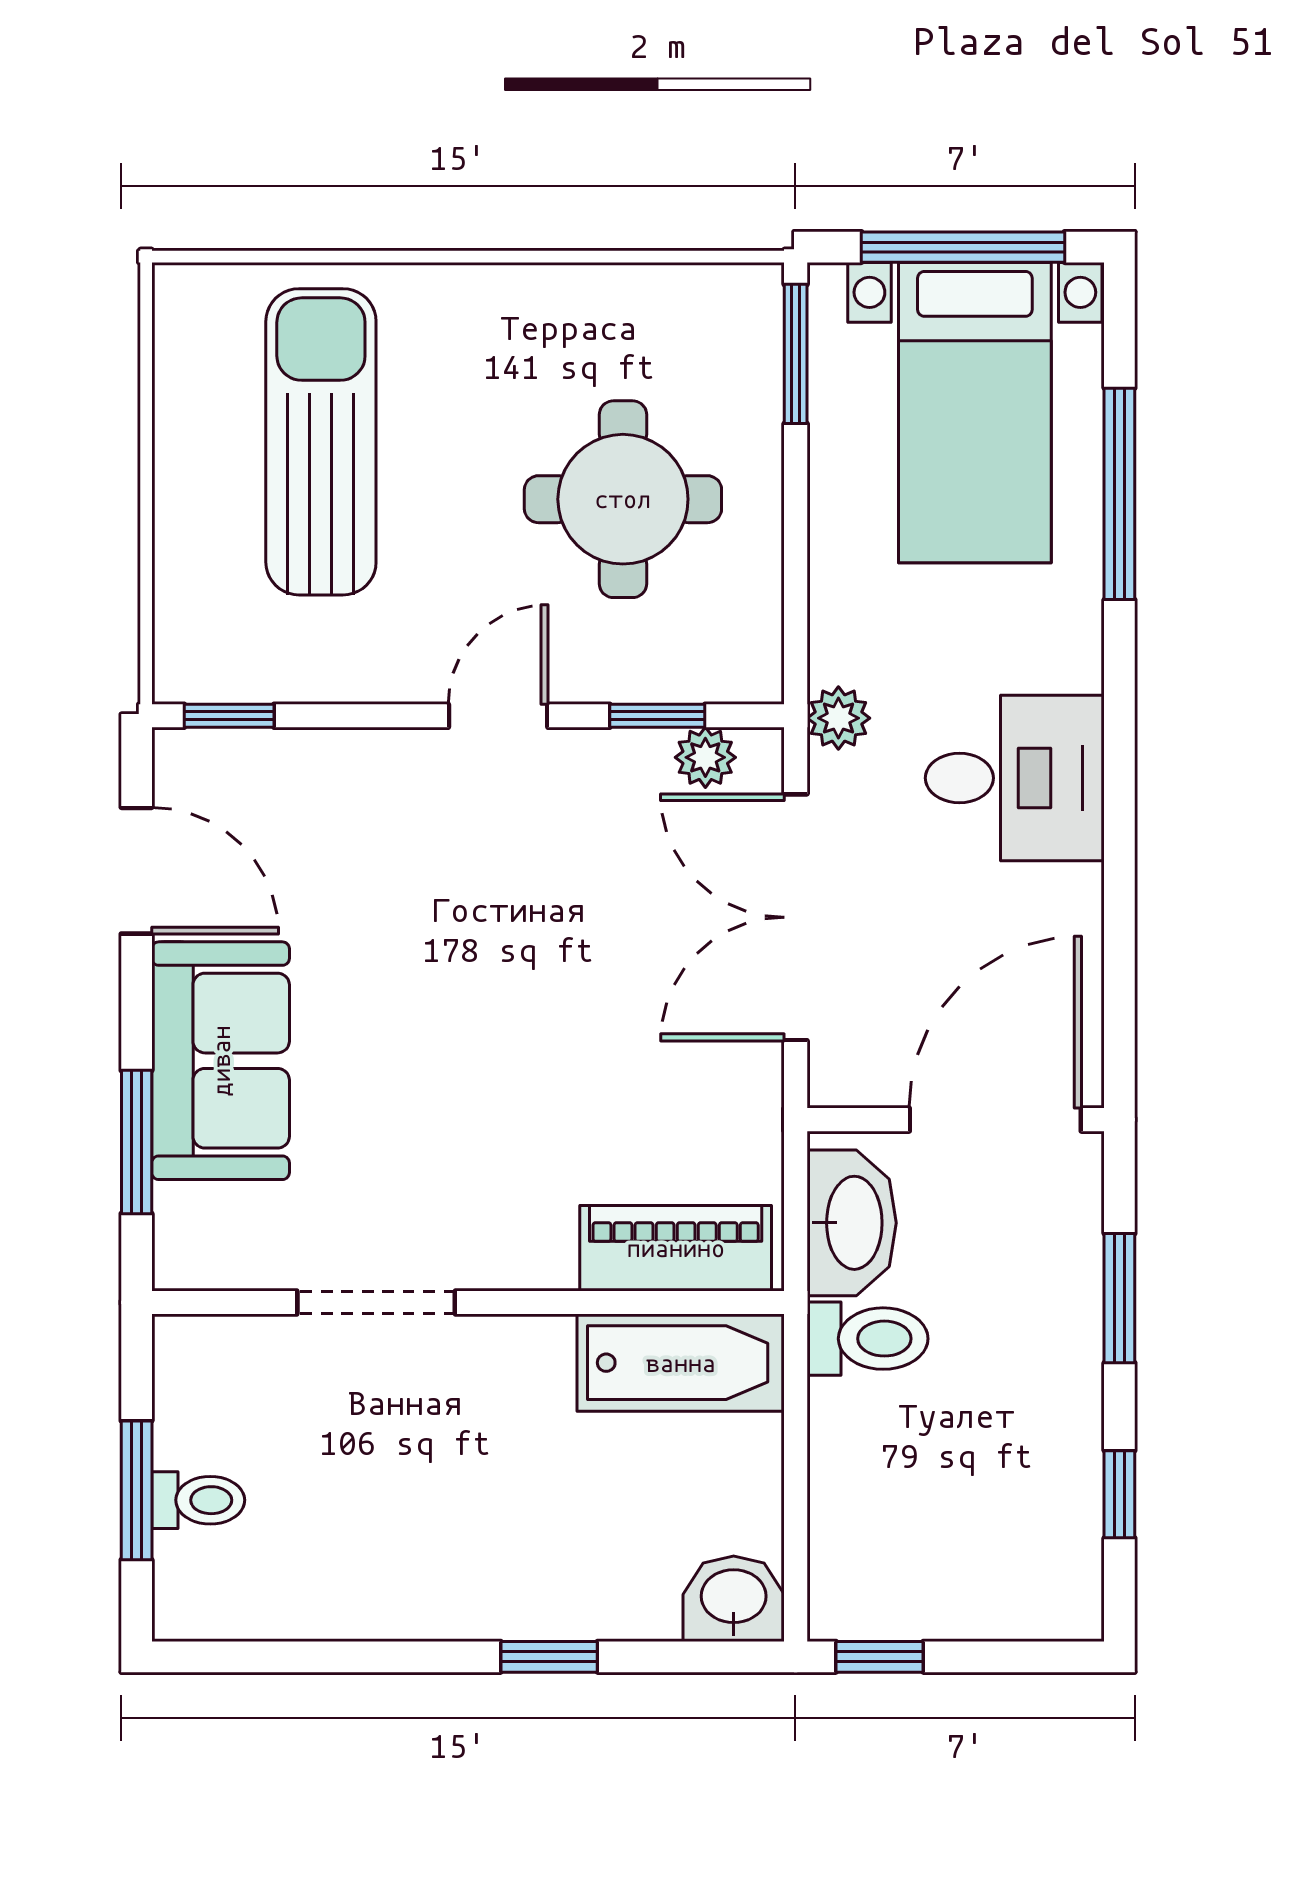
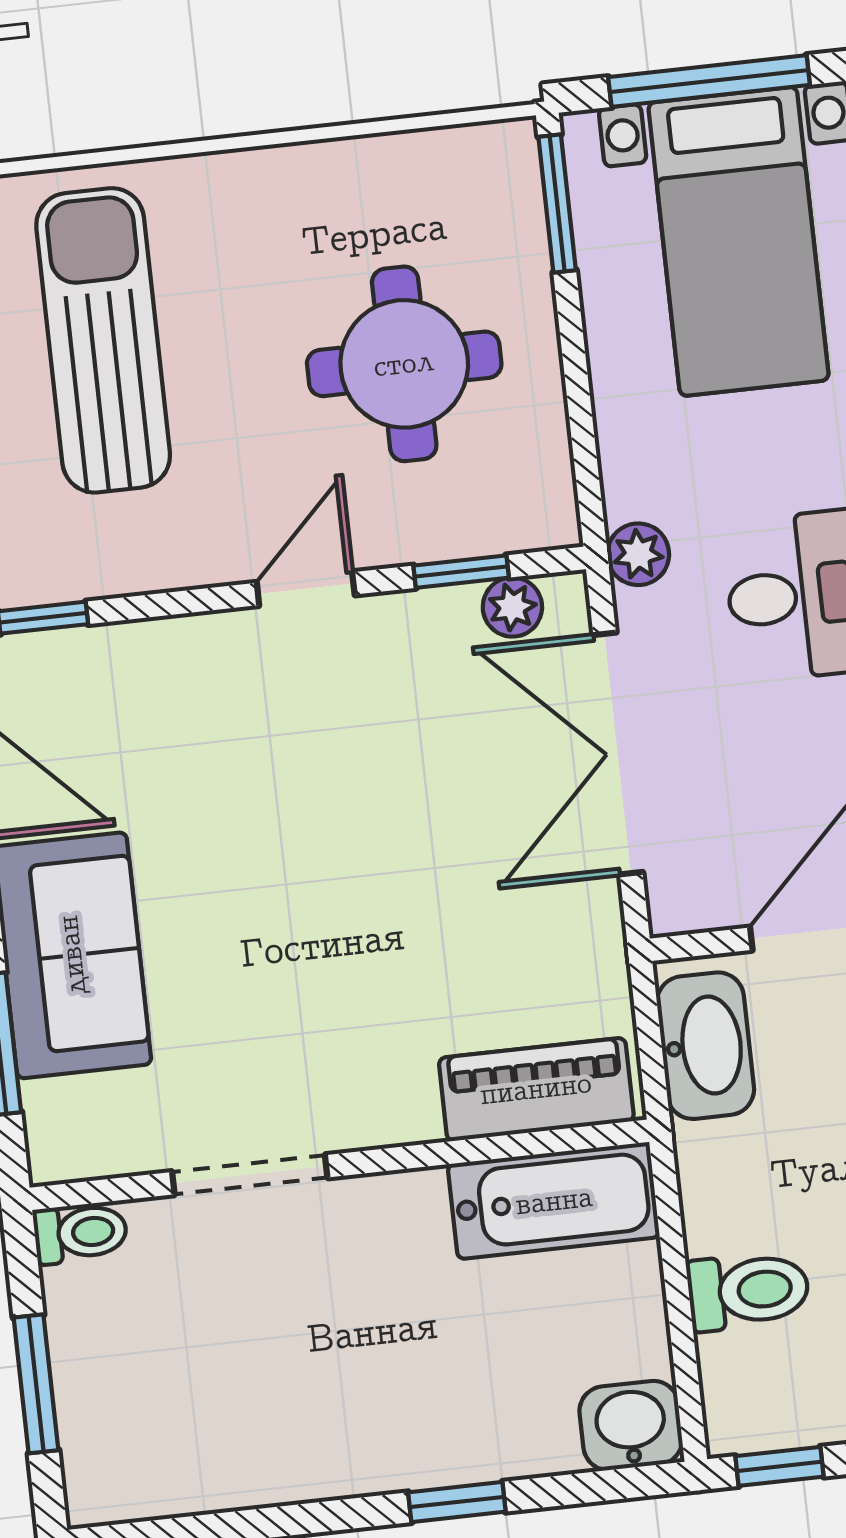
toilet: (867, 1339) -> (748, 1291), moved
toilet: (198, 1500) -> (80, 1233), moved

